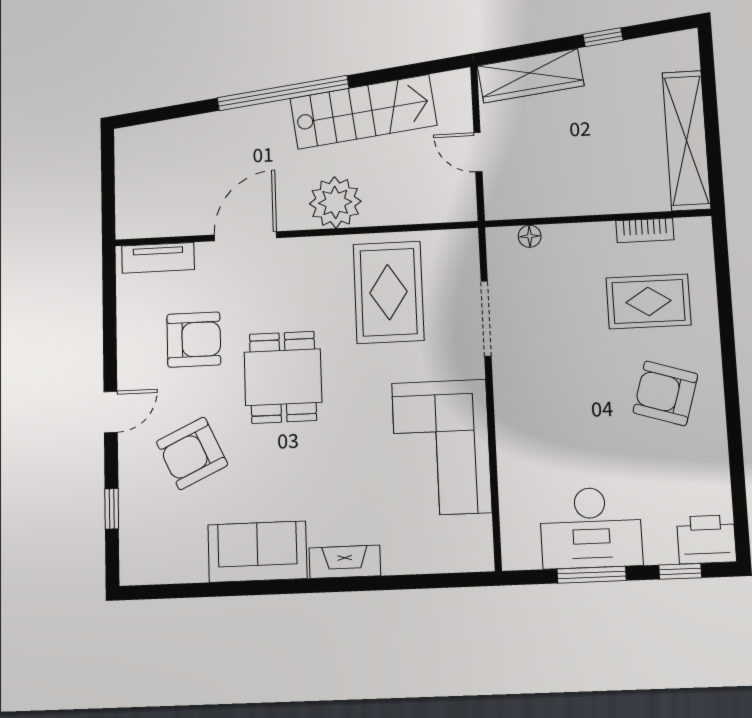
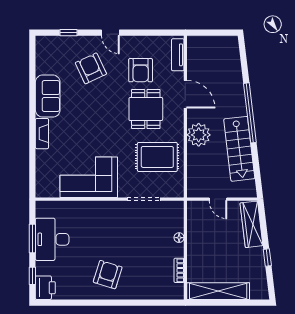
door: (478, 152) -> (218, 199), swing flipped
floor lamp: (530, 236) -> (179, 238), moved
rug: (648, 301) -> (148, 270), removed
dining table: (283, 377) -> (146, 109), moved, turned 90

